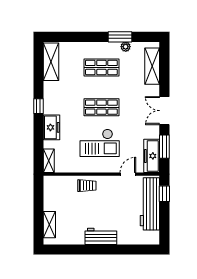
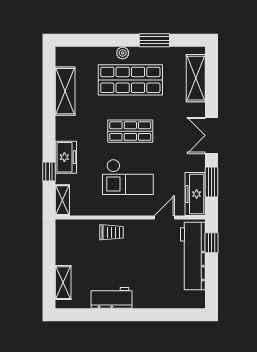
plant: (126, 47) -> (123, 53), moved
shelving: (51, 62) -> (65, 91), moved
shop shelf: (101, 67) -> (130, 80), width x1.43, depth x1.36
window: (38, 106) -> (49, 172), moved
workbench: (101, 236) -> (111, 298), moved

